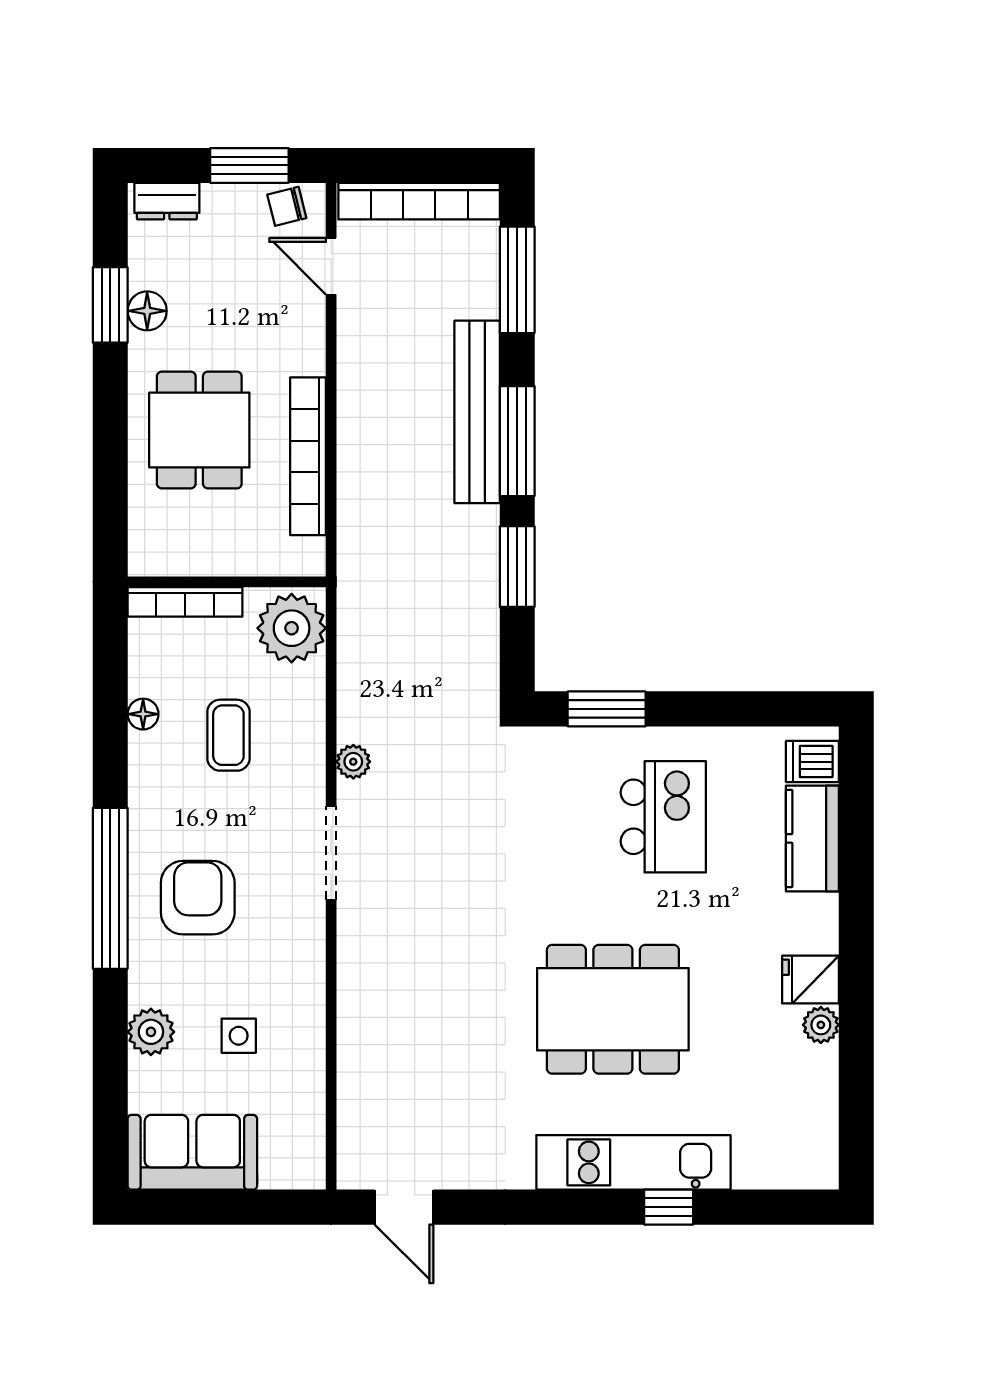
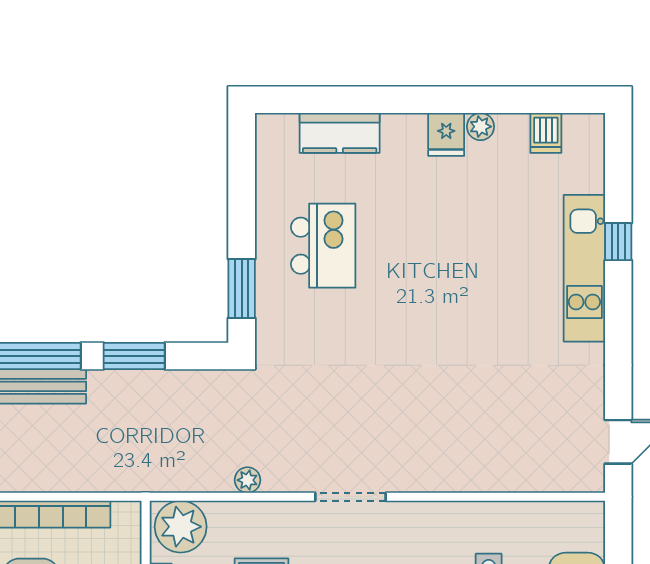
plant: (353, 762) -> (247, 480), moved
dishwasher: (812, 762) -> (546, 133), moved
kitchen island: (663, 817) -> (323, 246), turned 90
dining table: (613, 1009) -> (469, 284), removed

